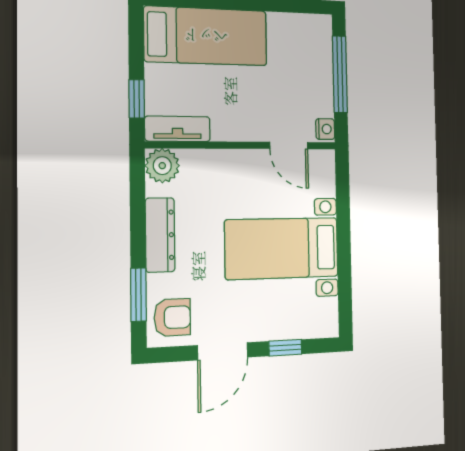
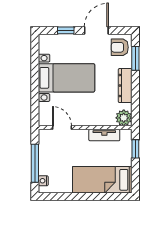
tv unit: (178, 129) -> (104, 135), moved
nightstand: (325, 129) -> (43, 181), moved

